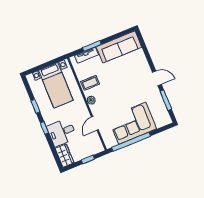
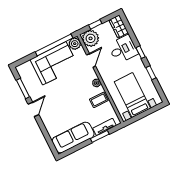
door: (157, 78) -> (33, 109), swing flipped
plant: (110, 142) -> (75, 44), added
plant: (94, 146) -> (91, 38), added

